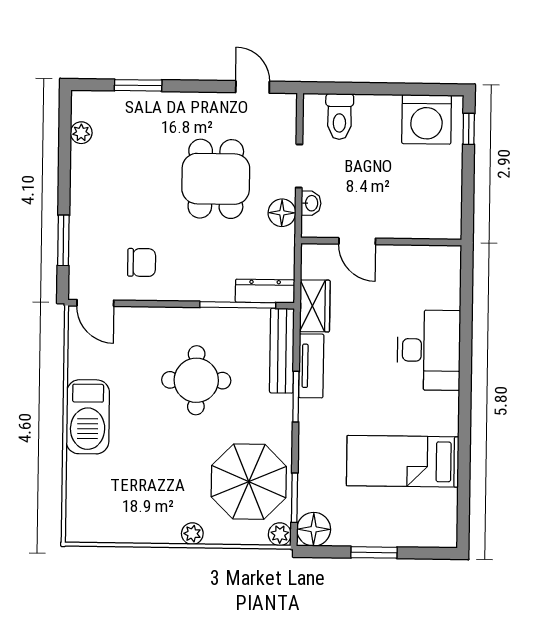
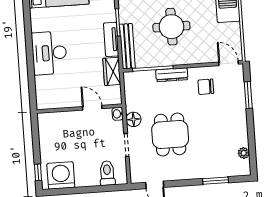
washbasin: (311, 203) -> (118, 114), moved
dresser: (265, 291) -> (172, 75), moved

